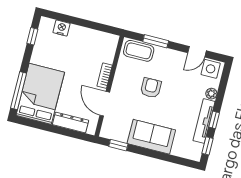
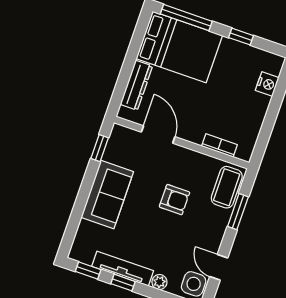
window: (32, 36) -> (241, 37), moved
bookcase: (105, 76) -> (219, 145), moved
door: (105, 104) -> (158, 134), hinge flipped

